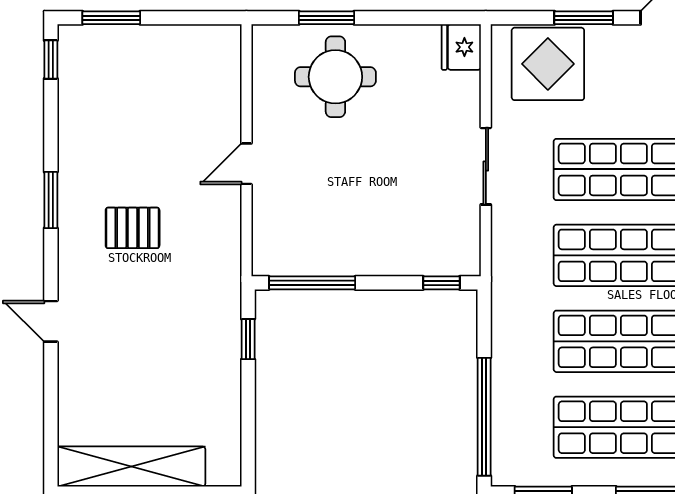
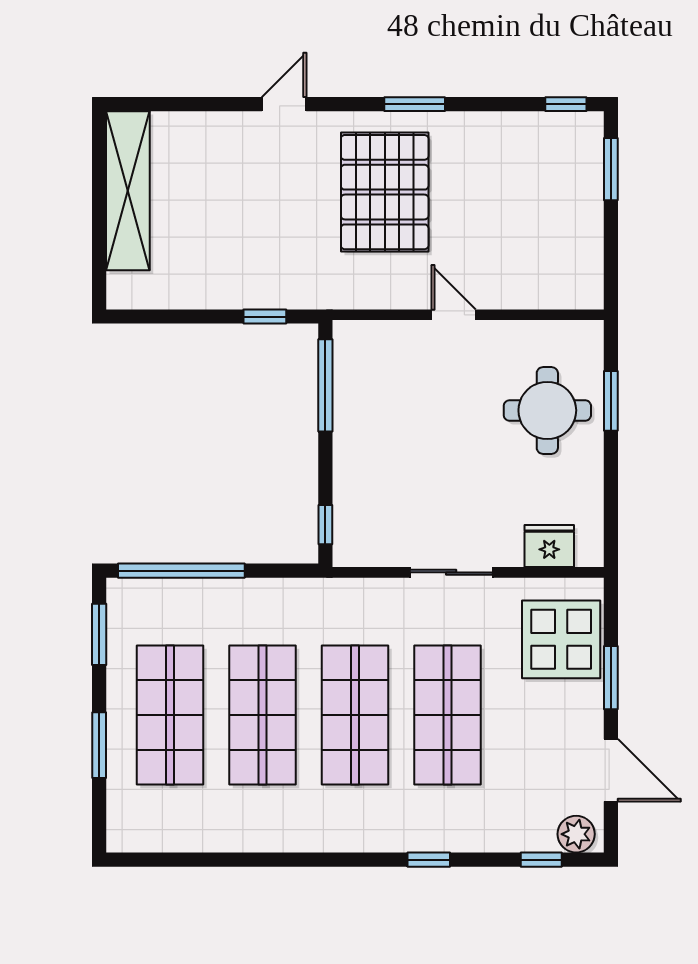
fridge: (461, 47) -> (549, 546), moved
pallet: (133, 228) -> (385, 192), width x2.05, depth x2.00

